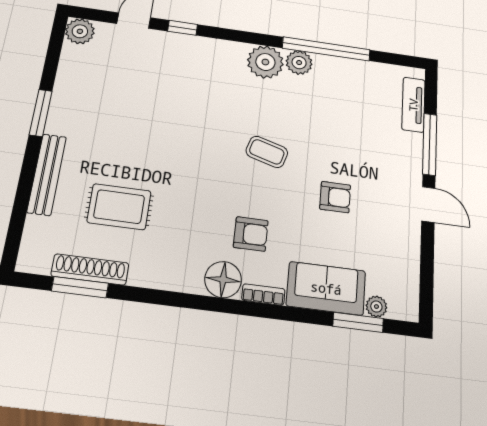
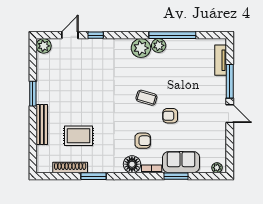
armchair: (335, 197) -> (170, 116), moved, turned 180
window: (80, 287) -> (93, 176), moved
plant: (376, 307) -> (217, 168), moved
window: (358, 322) -> (176, 176), moved

